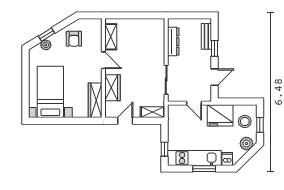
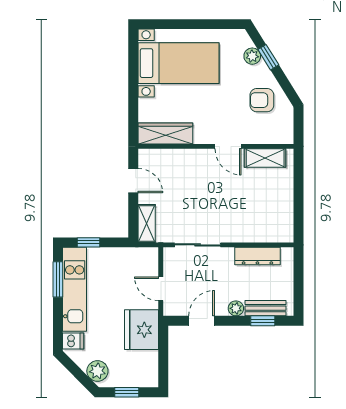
window: (214, 48) -> (263, 321), moved
plant: (207, 55) -> (236, 308), added
door: (103, 60) -> (228, 146), hinge flipped
door: (214, 77) -> (202, 321), swing flipped
wardrobe: (112, 88) -> (185, 161), removed
door: (194, 103) -> (161, 289), hinge flipped
stool: (245, 122) -> (132, 368), removed
window: (204, 169) -> (58, 279), moved

